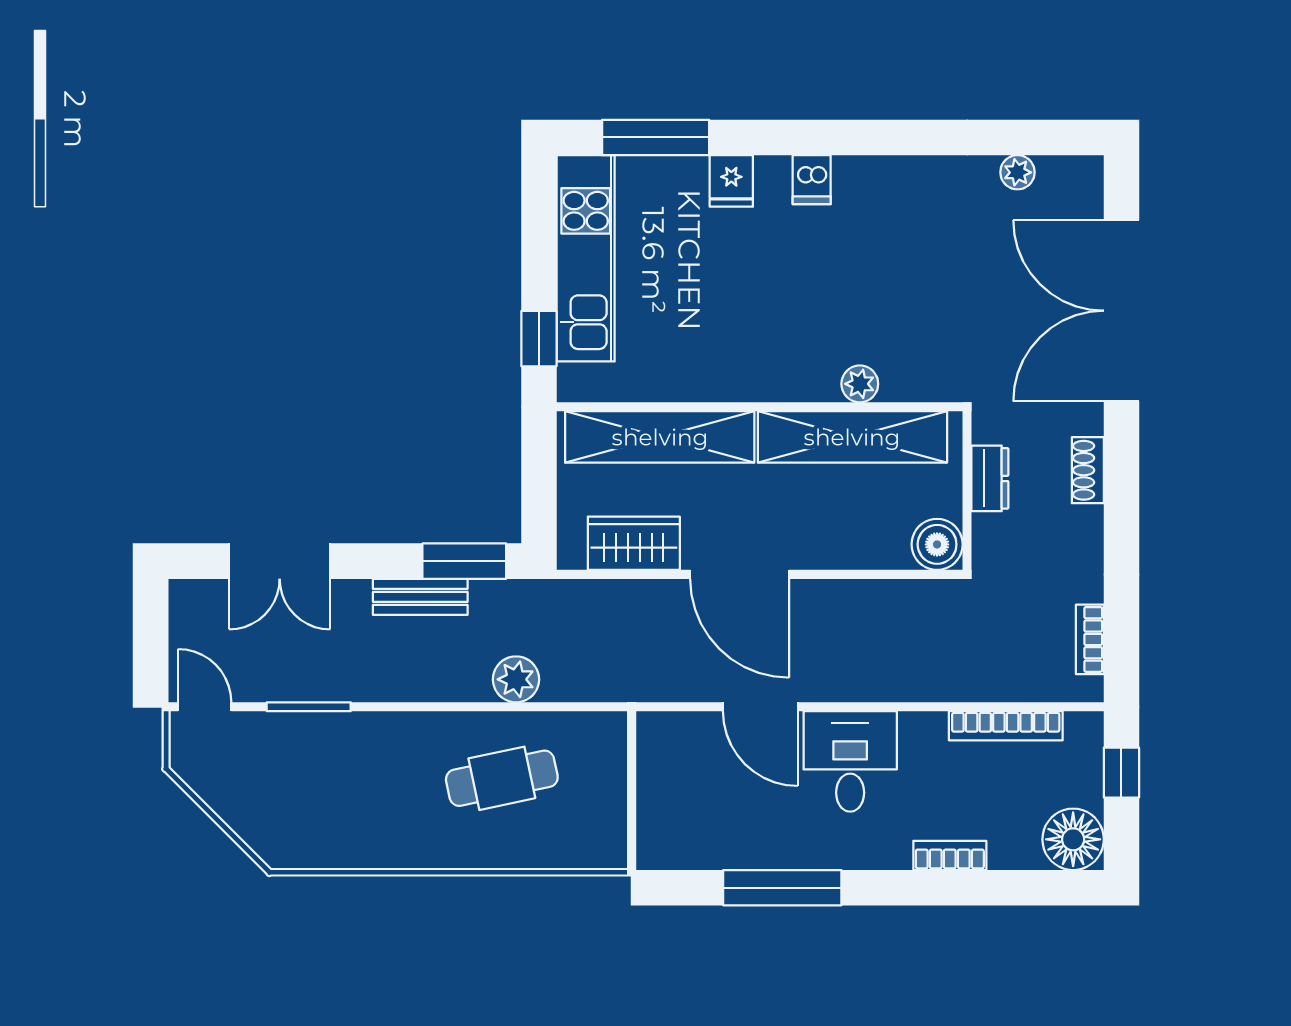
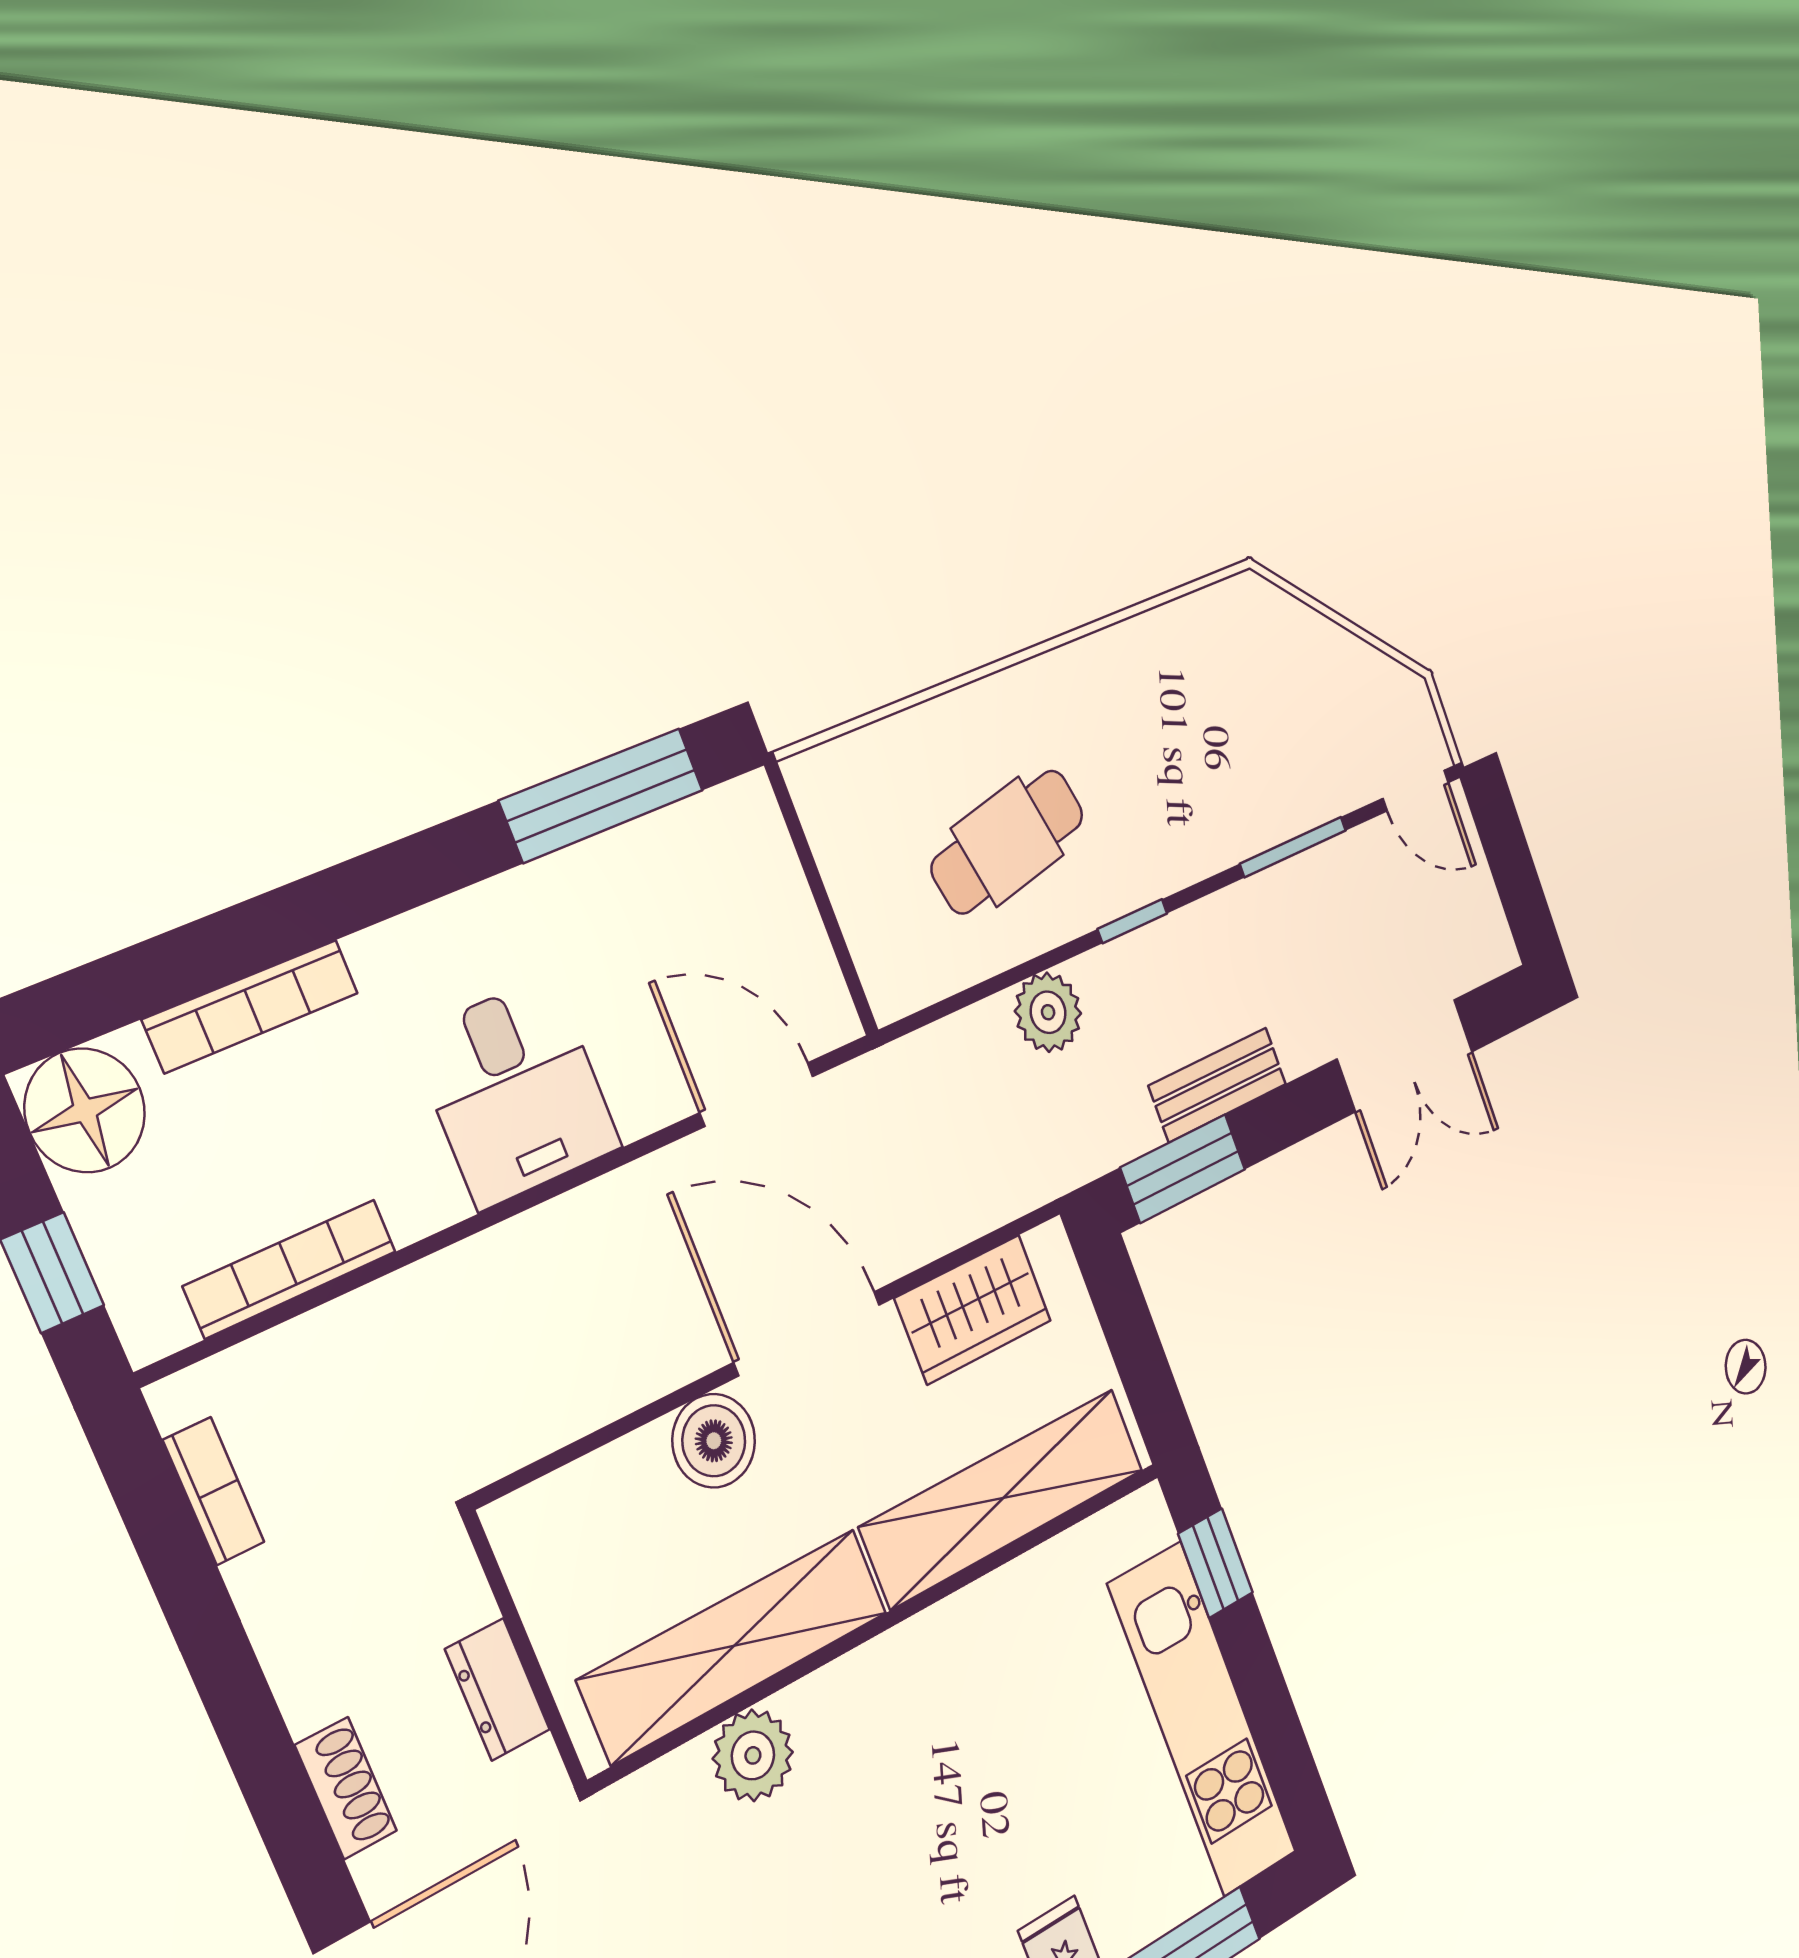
plant: (860, 384) -> (753, 1755), width x1.38, depth x1.38
boiler: (937, 544) -> (714, 1441), moved
double door: (280, 561) -> (1405, 1055), swing flipped
window: (438, 707) -> (1132, 921), added
door: (760, 707) -> (757, 1094), moved
bookcase: (950, 855) -> (251, 1006), width x1.56
window: (782, 888) -> (602, 795), moved

